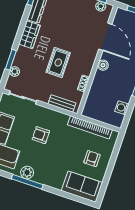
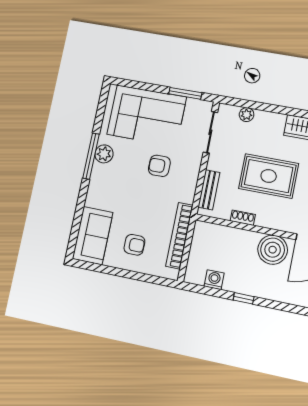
window: (11, 60) -> (263, 107), removed
rug: (58, 63) -> (269, 176), width x1.36, depth x1.43
boiler: (103, 65) -> (273, 250), width x1.86, depth x1.86
armchair: (41, 135) -> (159, 166), turned -90

